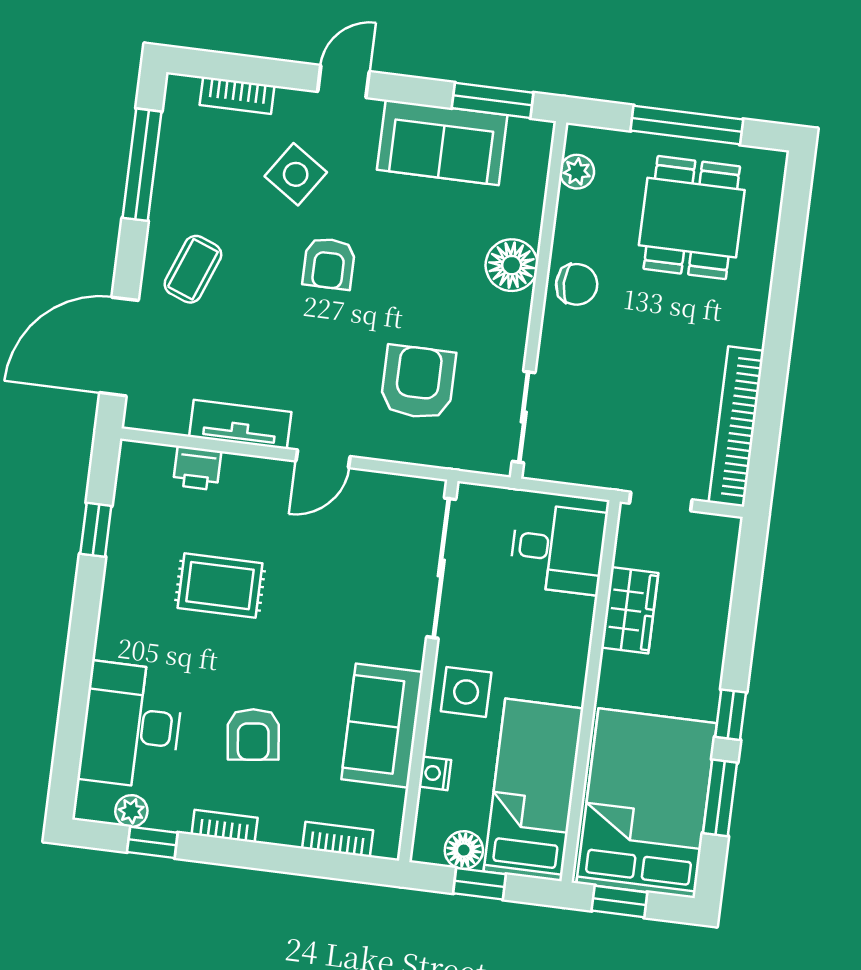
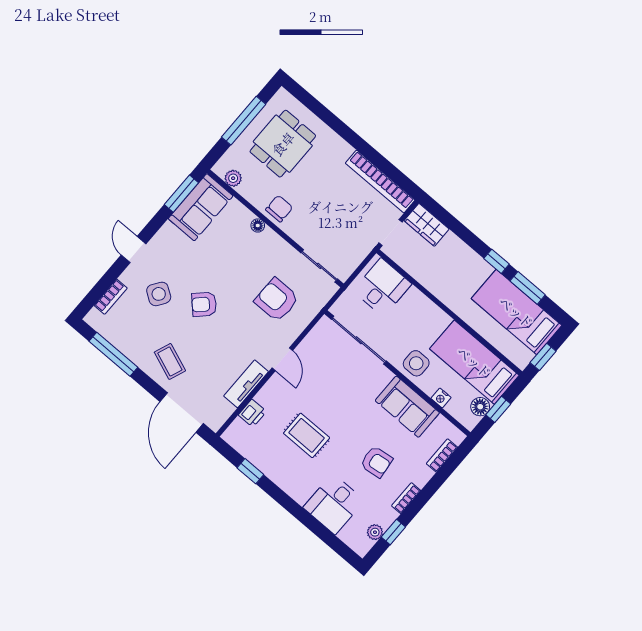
sofa: (442, 142) -> (201, 207), moved
dining table: (692, 218) -> (283, 144), turned 90
armchair: (329, 263) -> (204, 304), turned 136
floor lamp: (512, 265) -> (258, 225), width x0.53, depth x0.53
rug: (220, 586) -> (307, 435), turned 90
wardrobe: (630, 610) -> (427, 225), moved, turned 180
desk: (131, 725) -> (334, 504), width x0.73
bed: (647, 803) -> (516, 312), width x0.67

